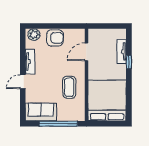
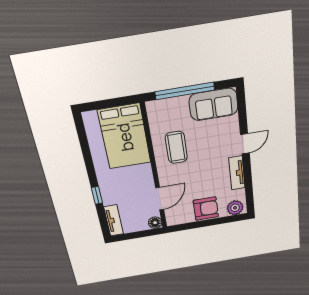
floor lamp: (93, 33) -> (155, 223), added
armchair: (55, 38) -> (206, 209), turned 180
tv unit: (122, 51) -> (114, 220), moved
bed: (107, 100) -> (125, 137), width x0.73

